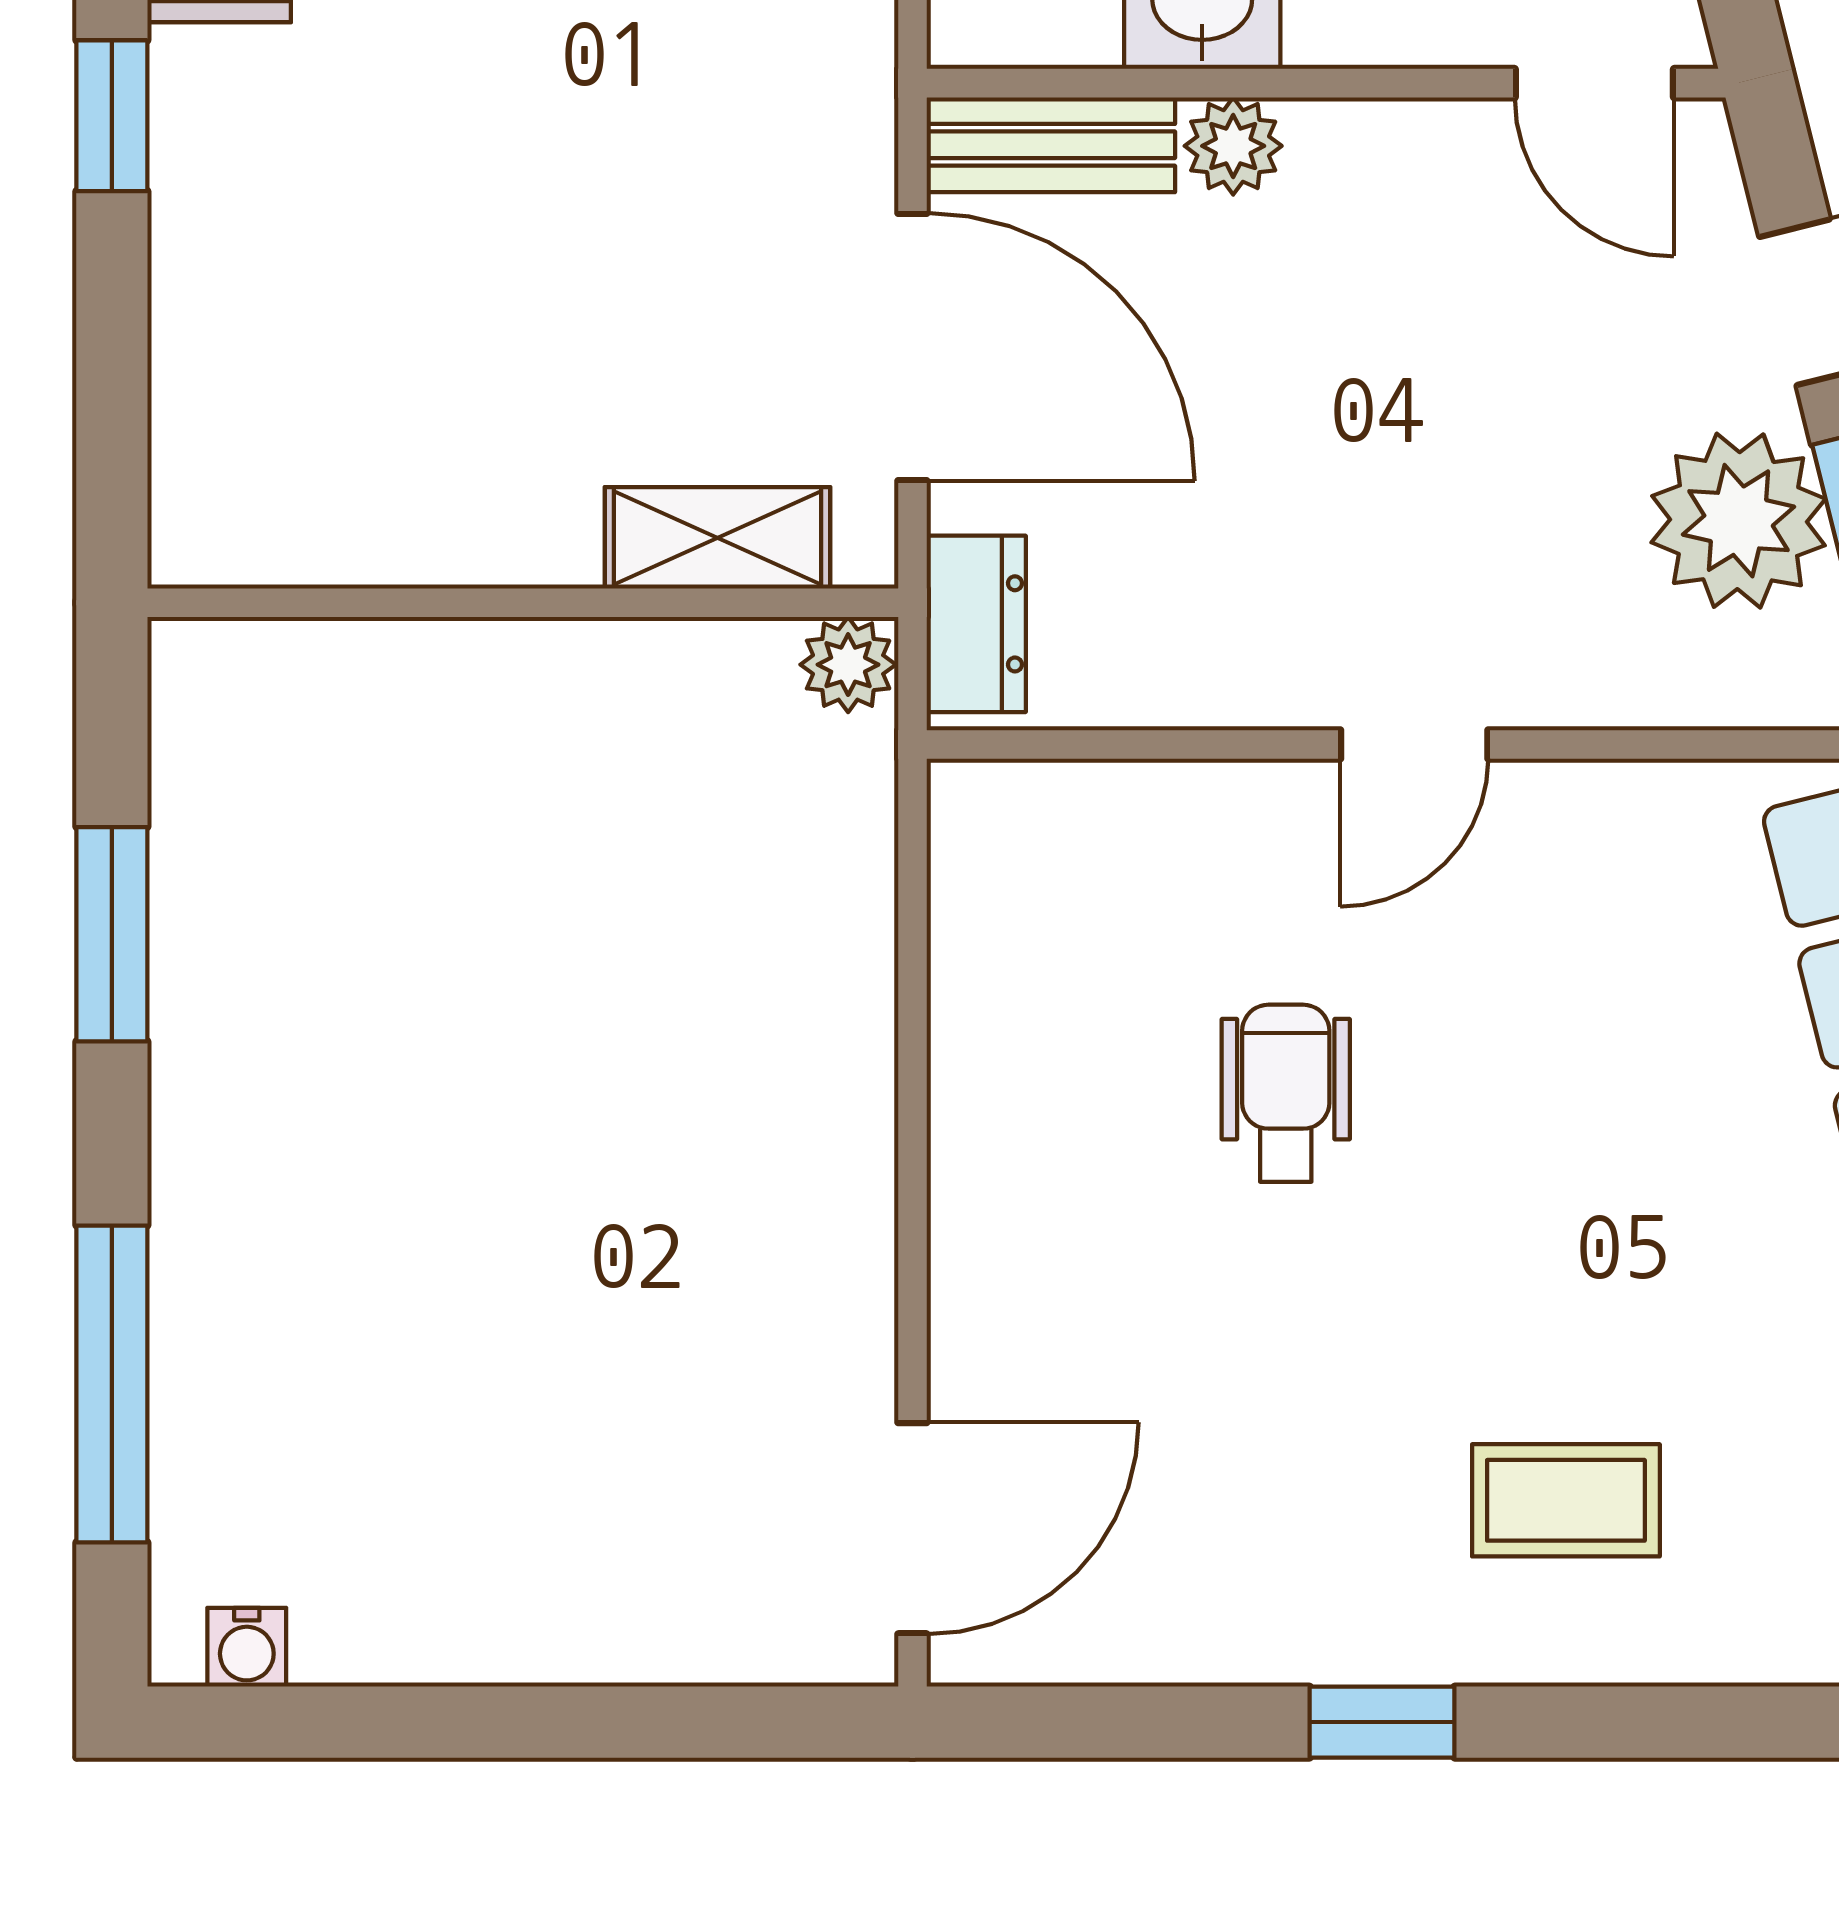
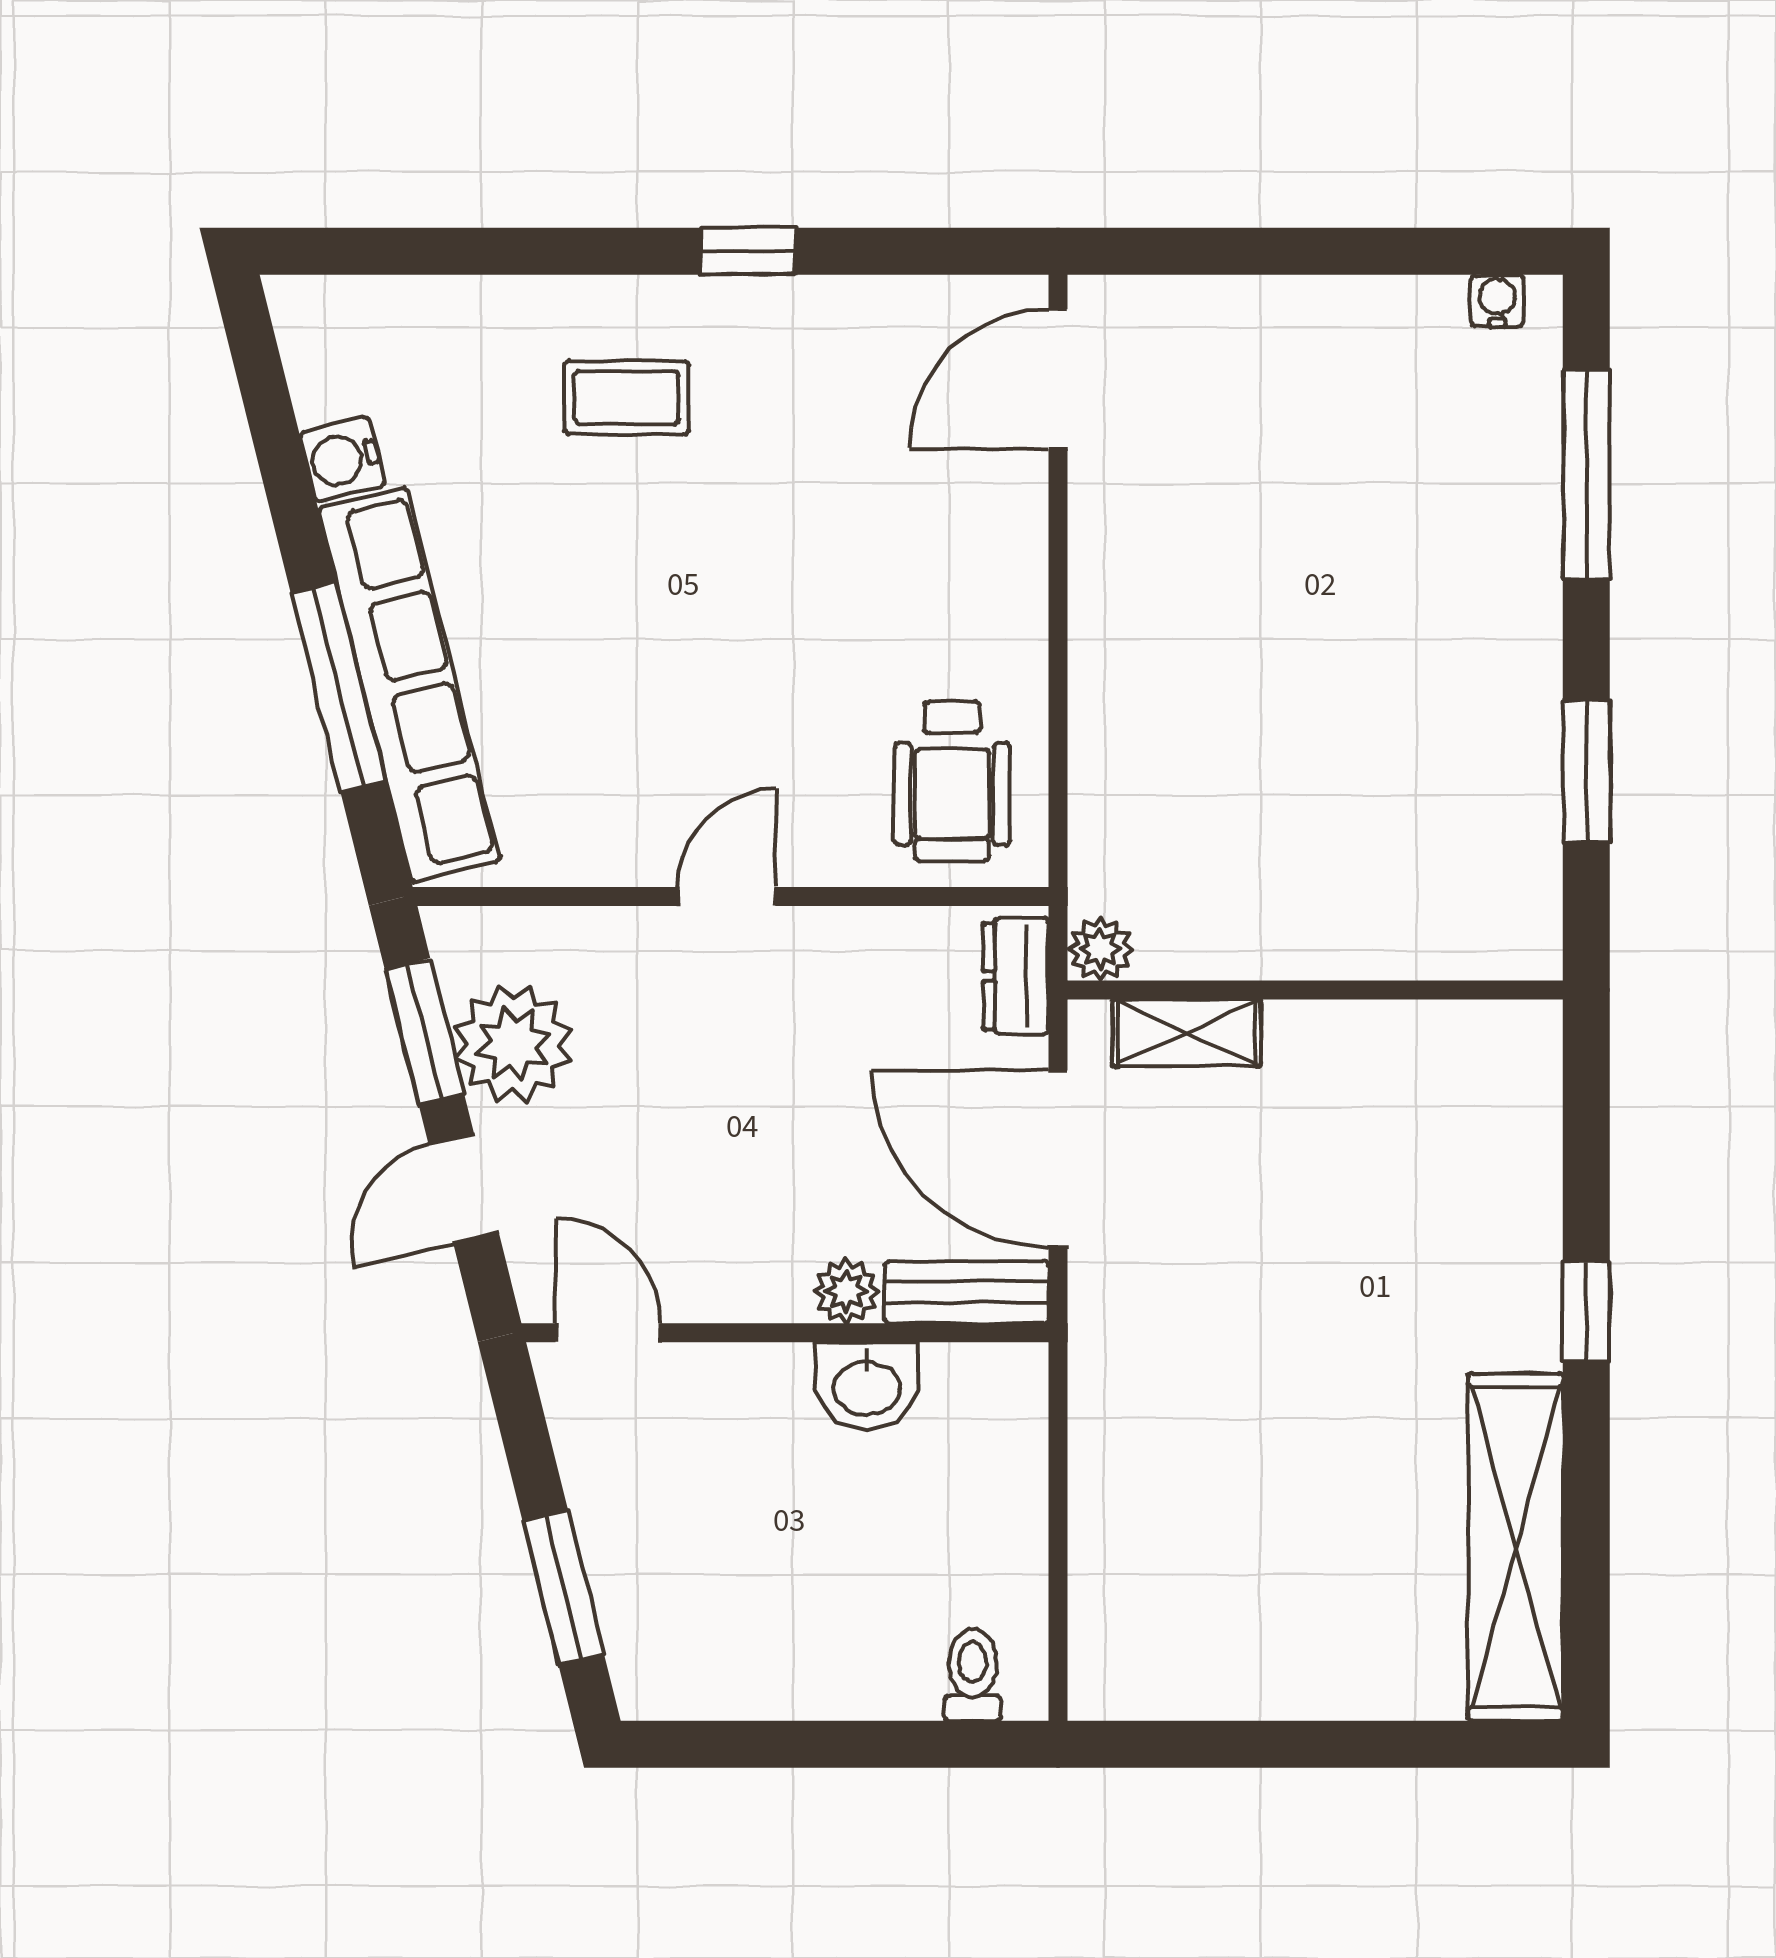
wheelchair: (1286, 1093) -> (952, 781), moved, width x1.36, depth x1.37

